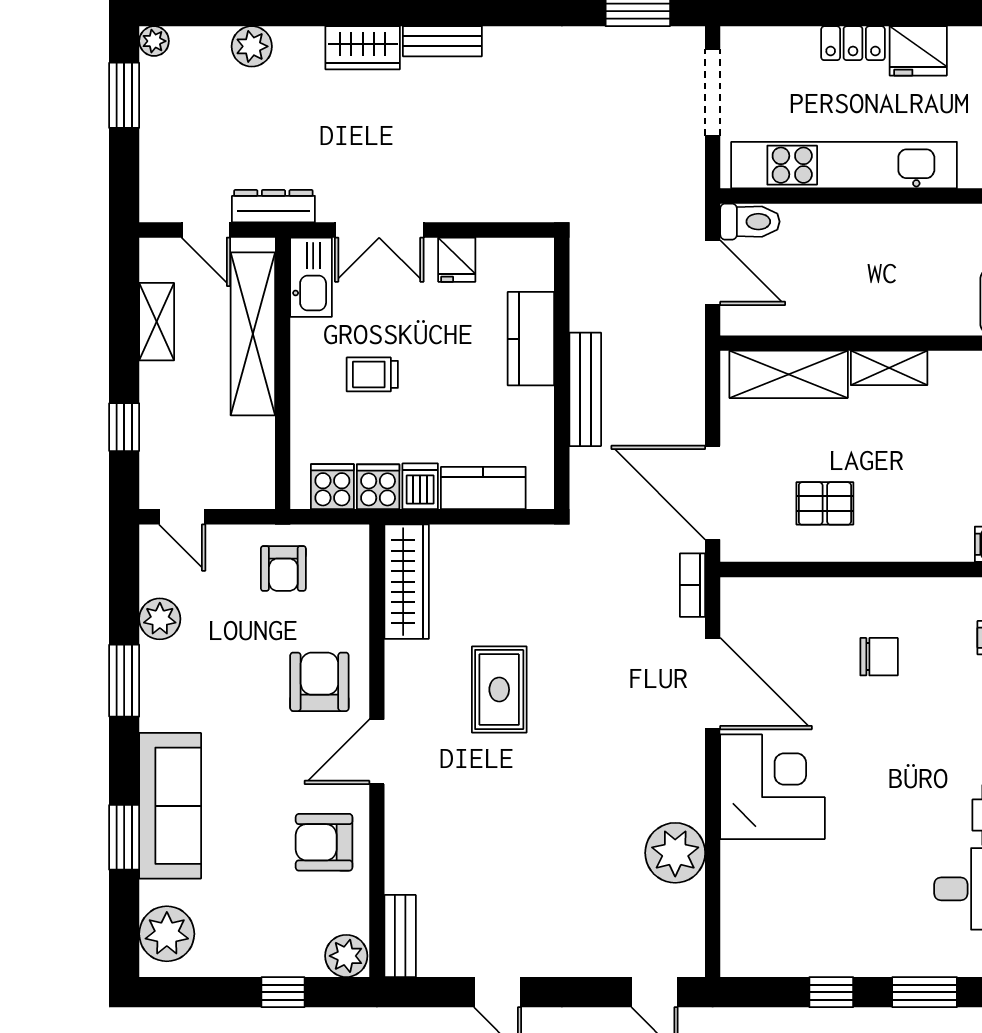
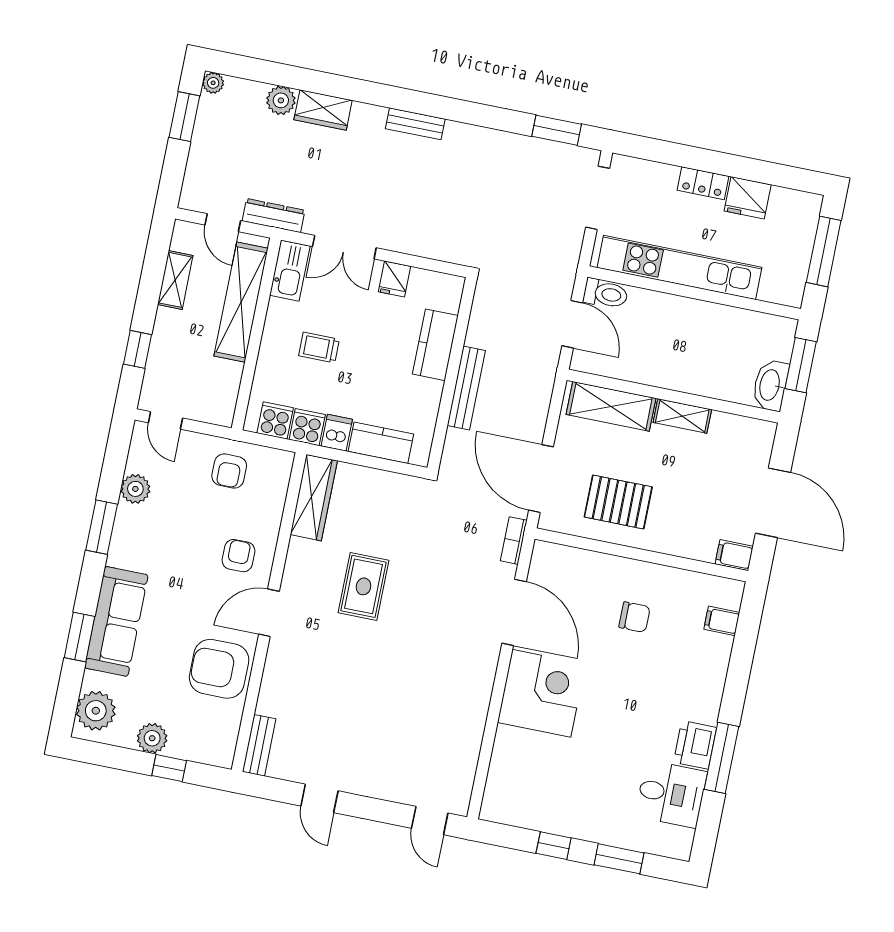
wardrobe: (363, 48) -> (323, 110), moved
pallet: (825, 503) -> (618, 502), width x1.50, depth x1.42
armchair: (319, 682) -> (238, 556), width x0.72, depth x0.72
armchair: (324, 842) -> (219, 669), width x1.36, depth x1.36
plant: (675, 853) -> (464, 726), removed
plant: (346, 956) -> (152, 738), moved

